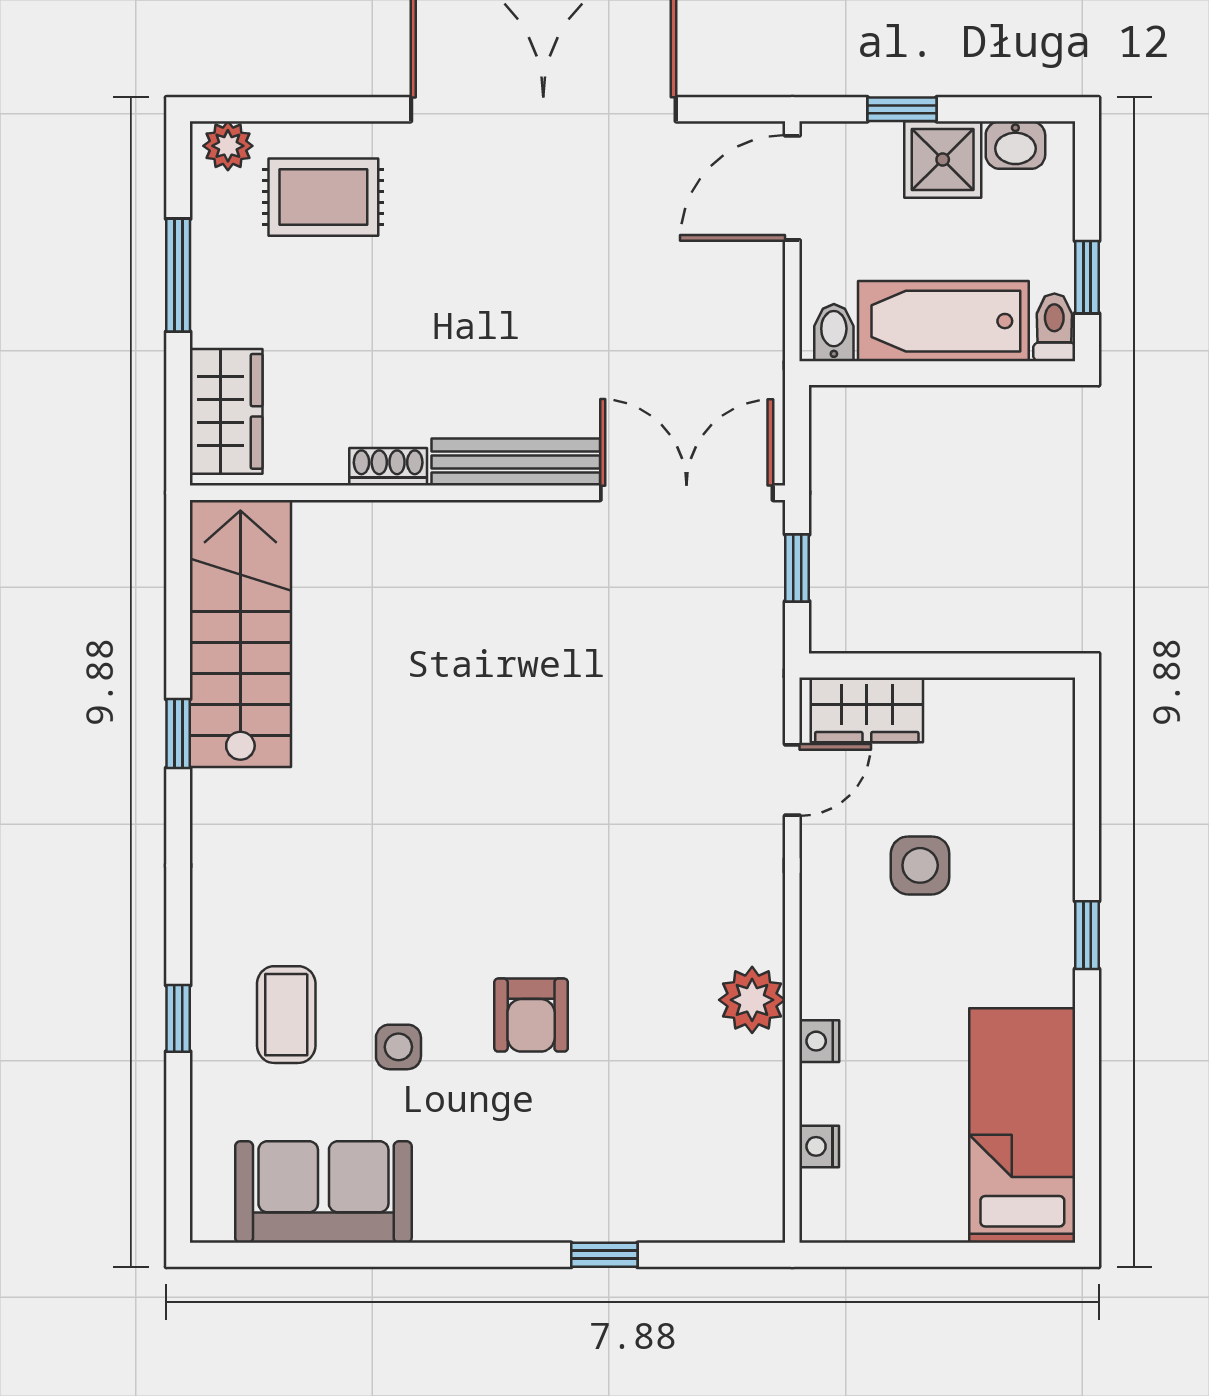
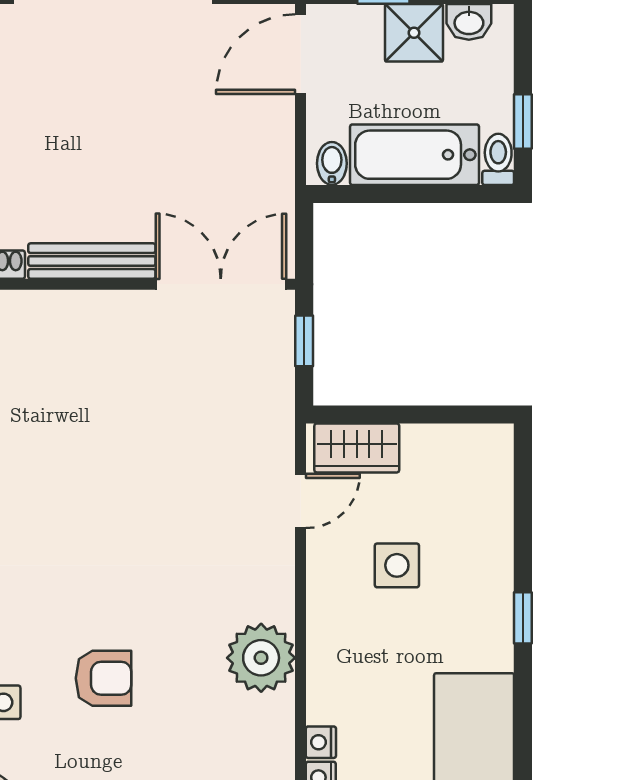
plant: (752, 1000) -> (261, 658), width x1.36, depth x1.36
armchair: (531, 1015) -> (103, 678), turned -90
nightstand: (819, 1041) -> (321, 742), moved

